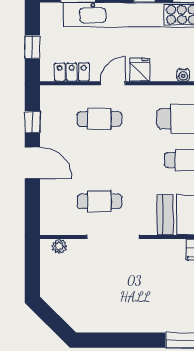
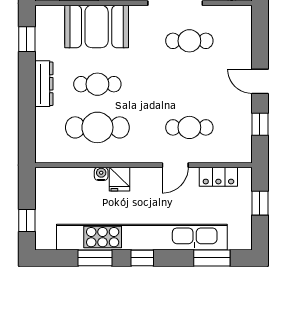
fridge: (140, 70) -> (120, 179), moved
door: (32, 163) -> (260, 81), width x0.73

